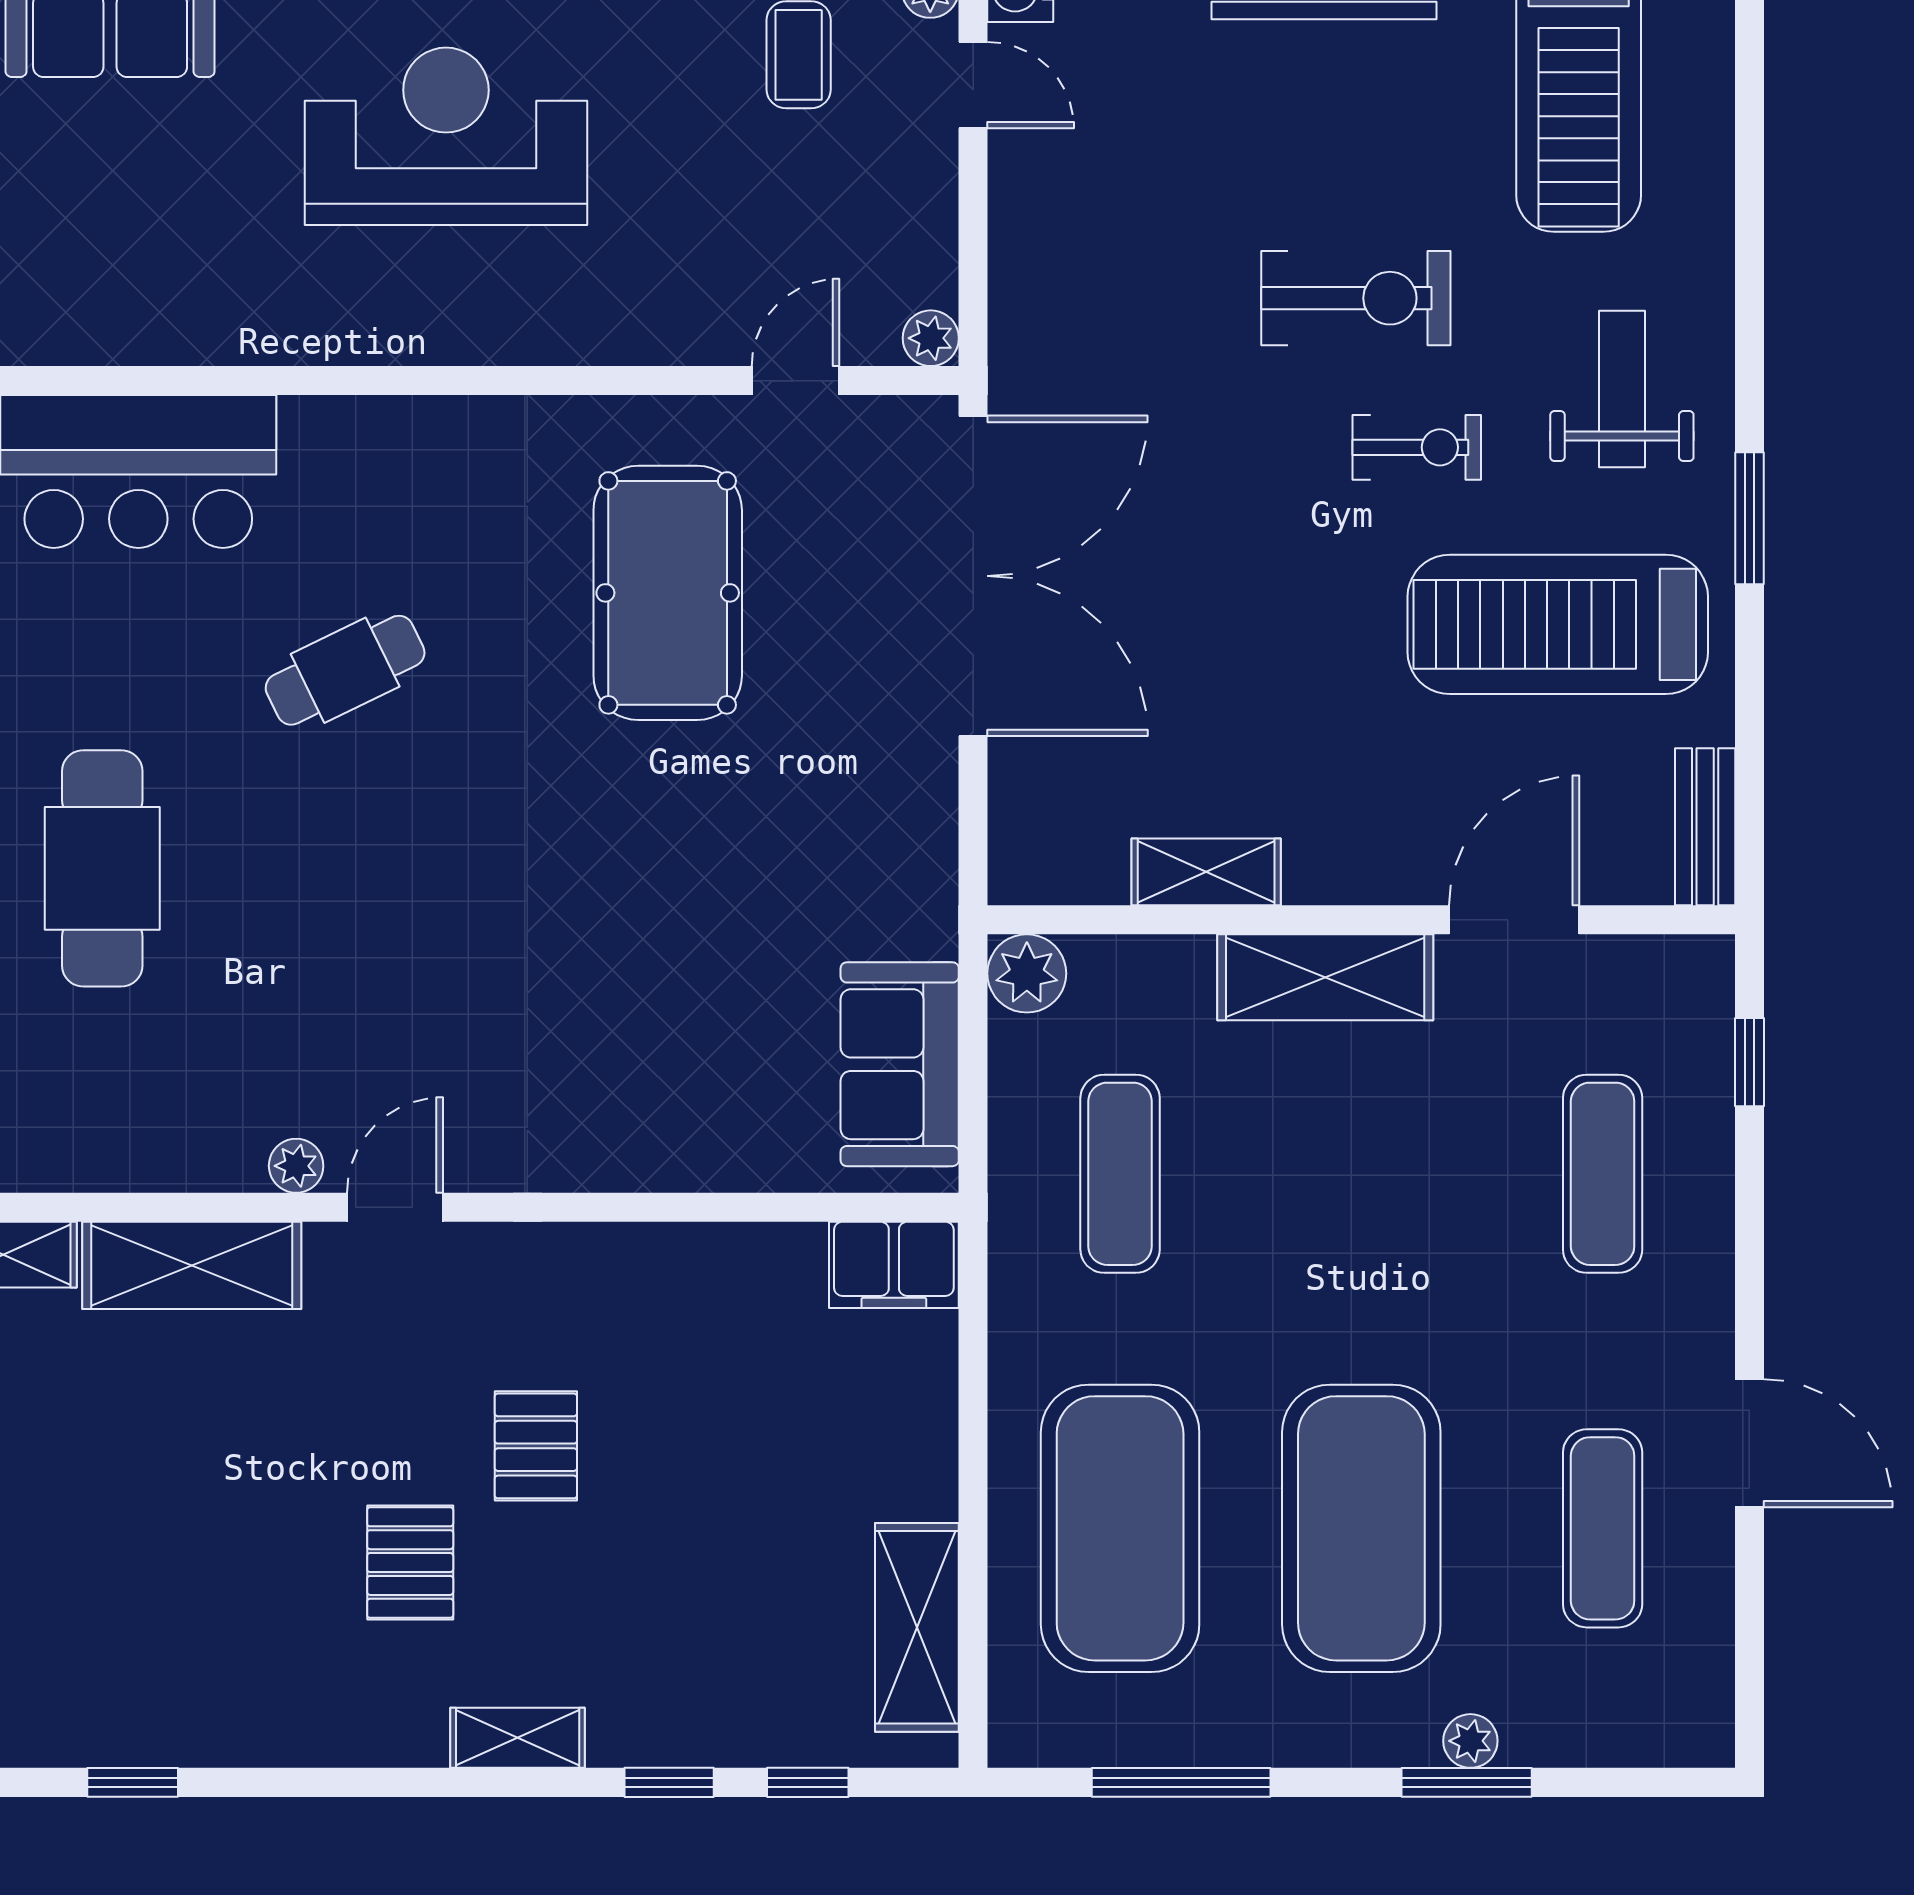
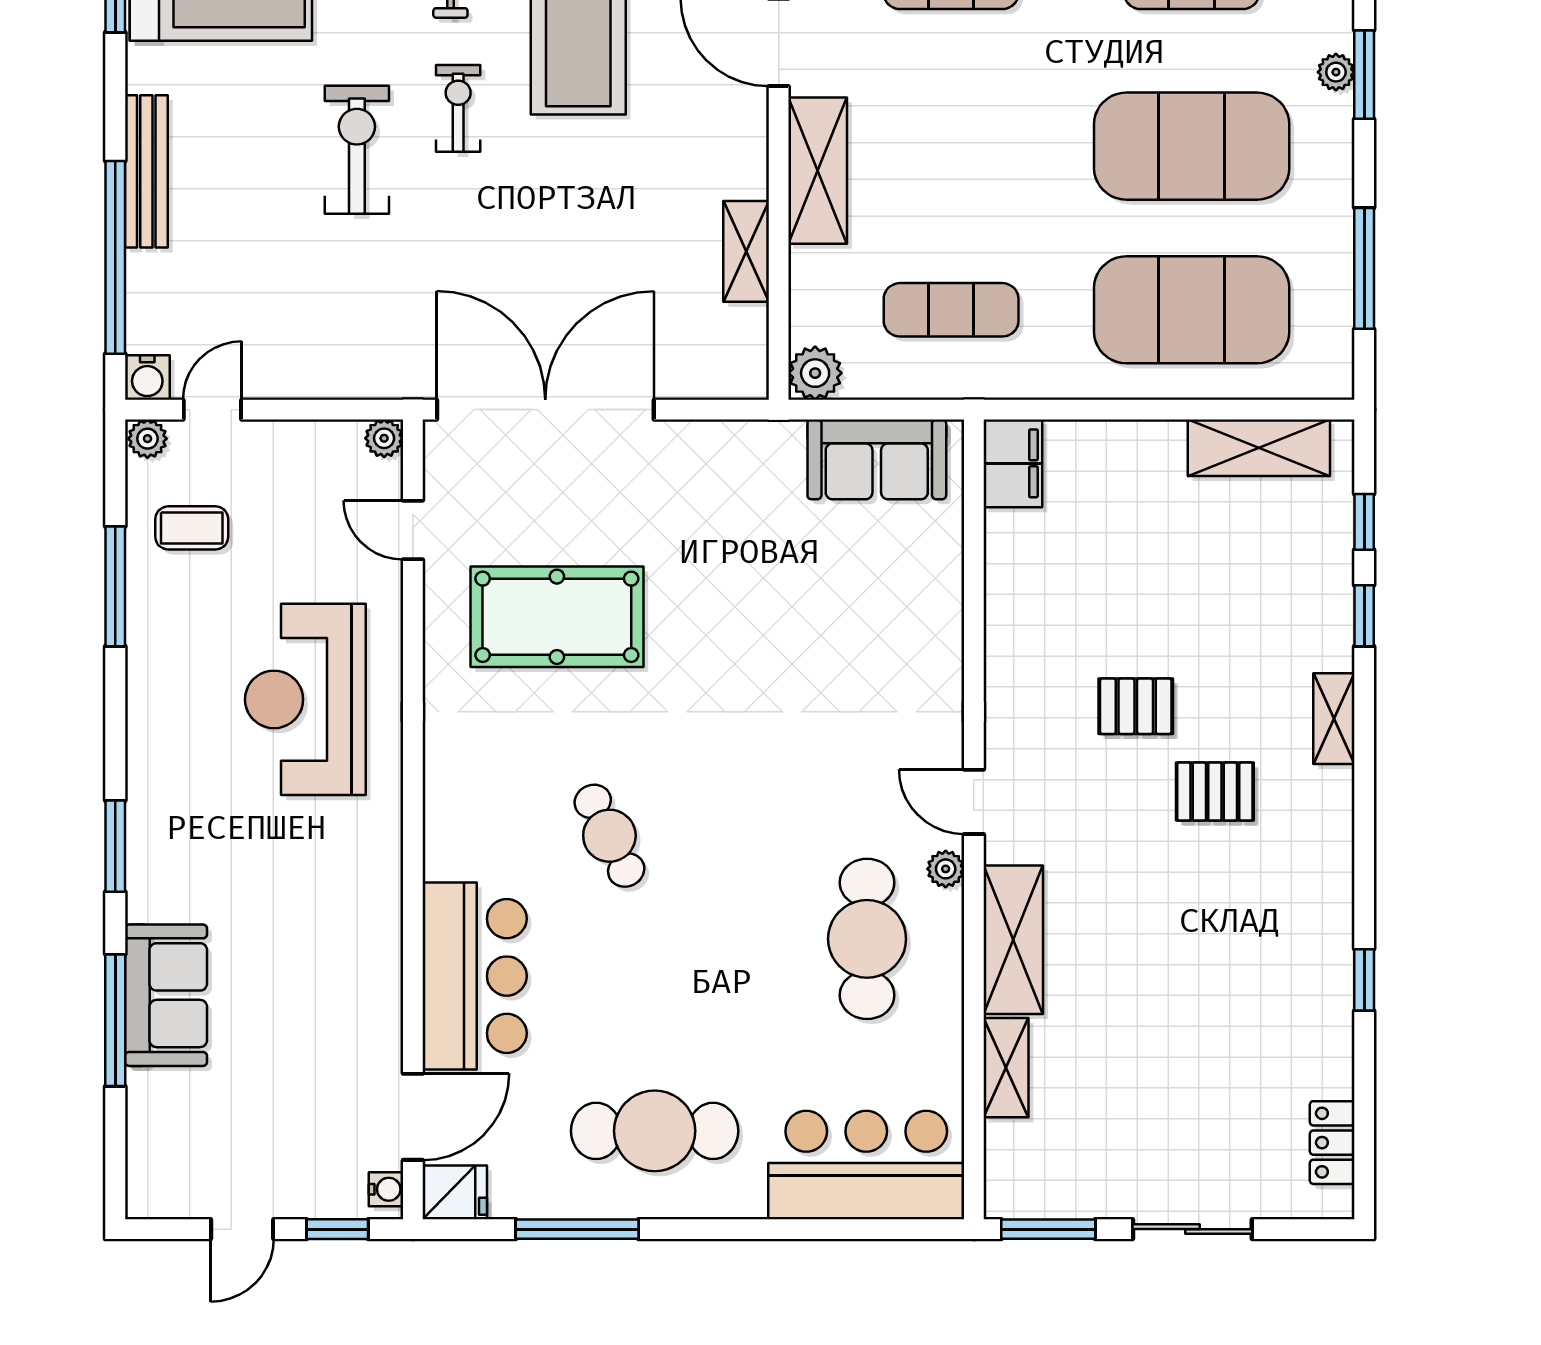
reception desk: (446, 136) -> (305, 699), moved
cafe table: (102, 868) -> (867, 939), moved, turned 90

